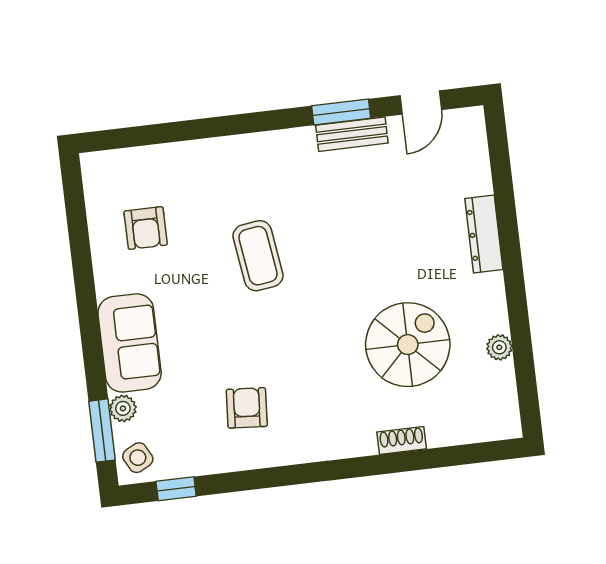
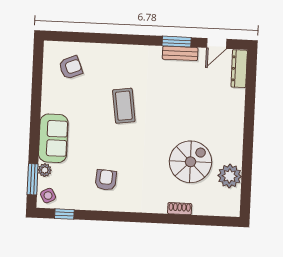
armchair: (146, 228) -> (71, 67), moved, turned -112
dresser: (484, 234) -> (239, 69), moved
plant: (499, 347) -> (230, 176), width x1.88, depth x1.88

